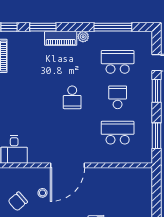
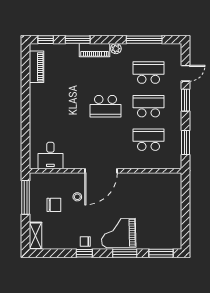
school desk: (72, 97) -> (105, 106), width x1.85
school desk: (118, 97) -> (149, 106), width x1.85
chair: (18, 201) -> (54, 205), turned -139

